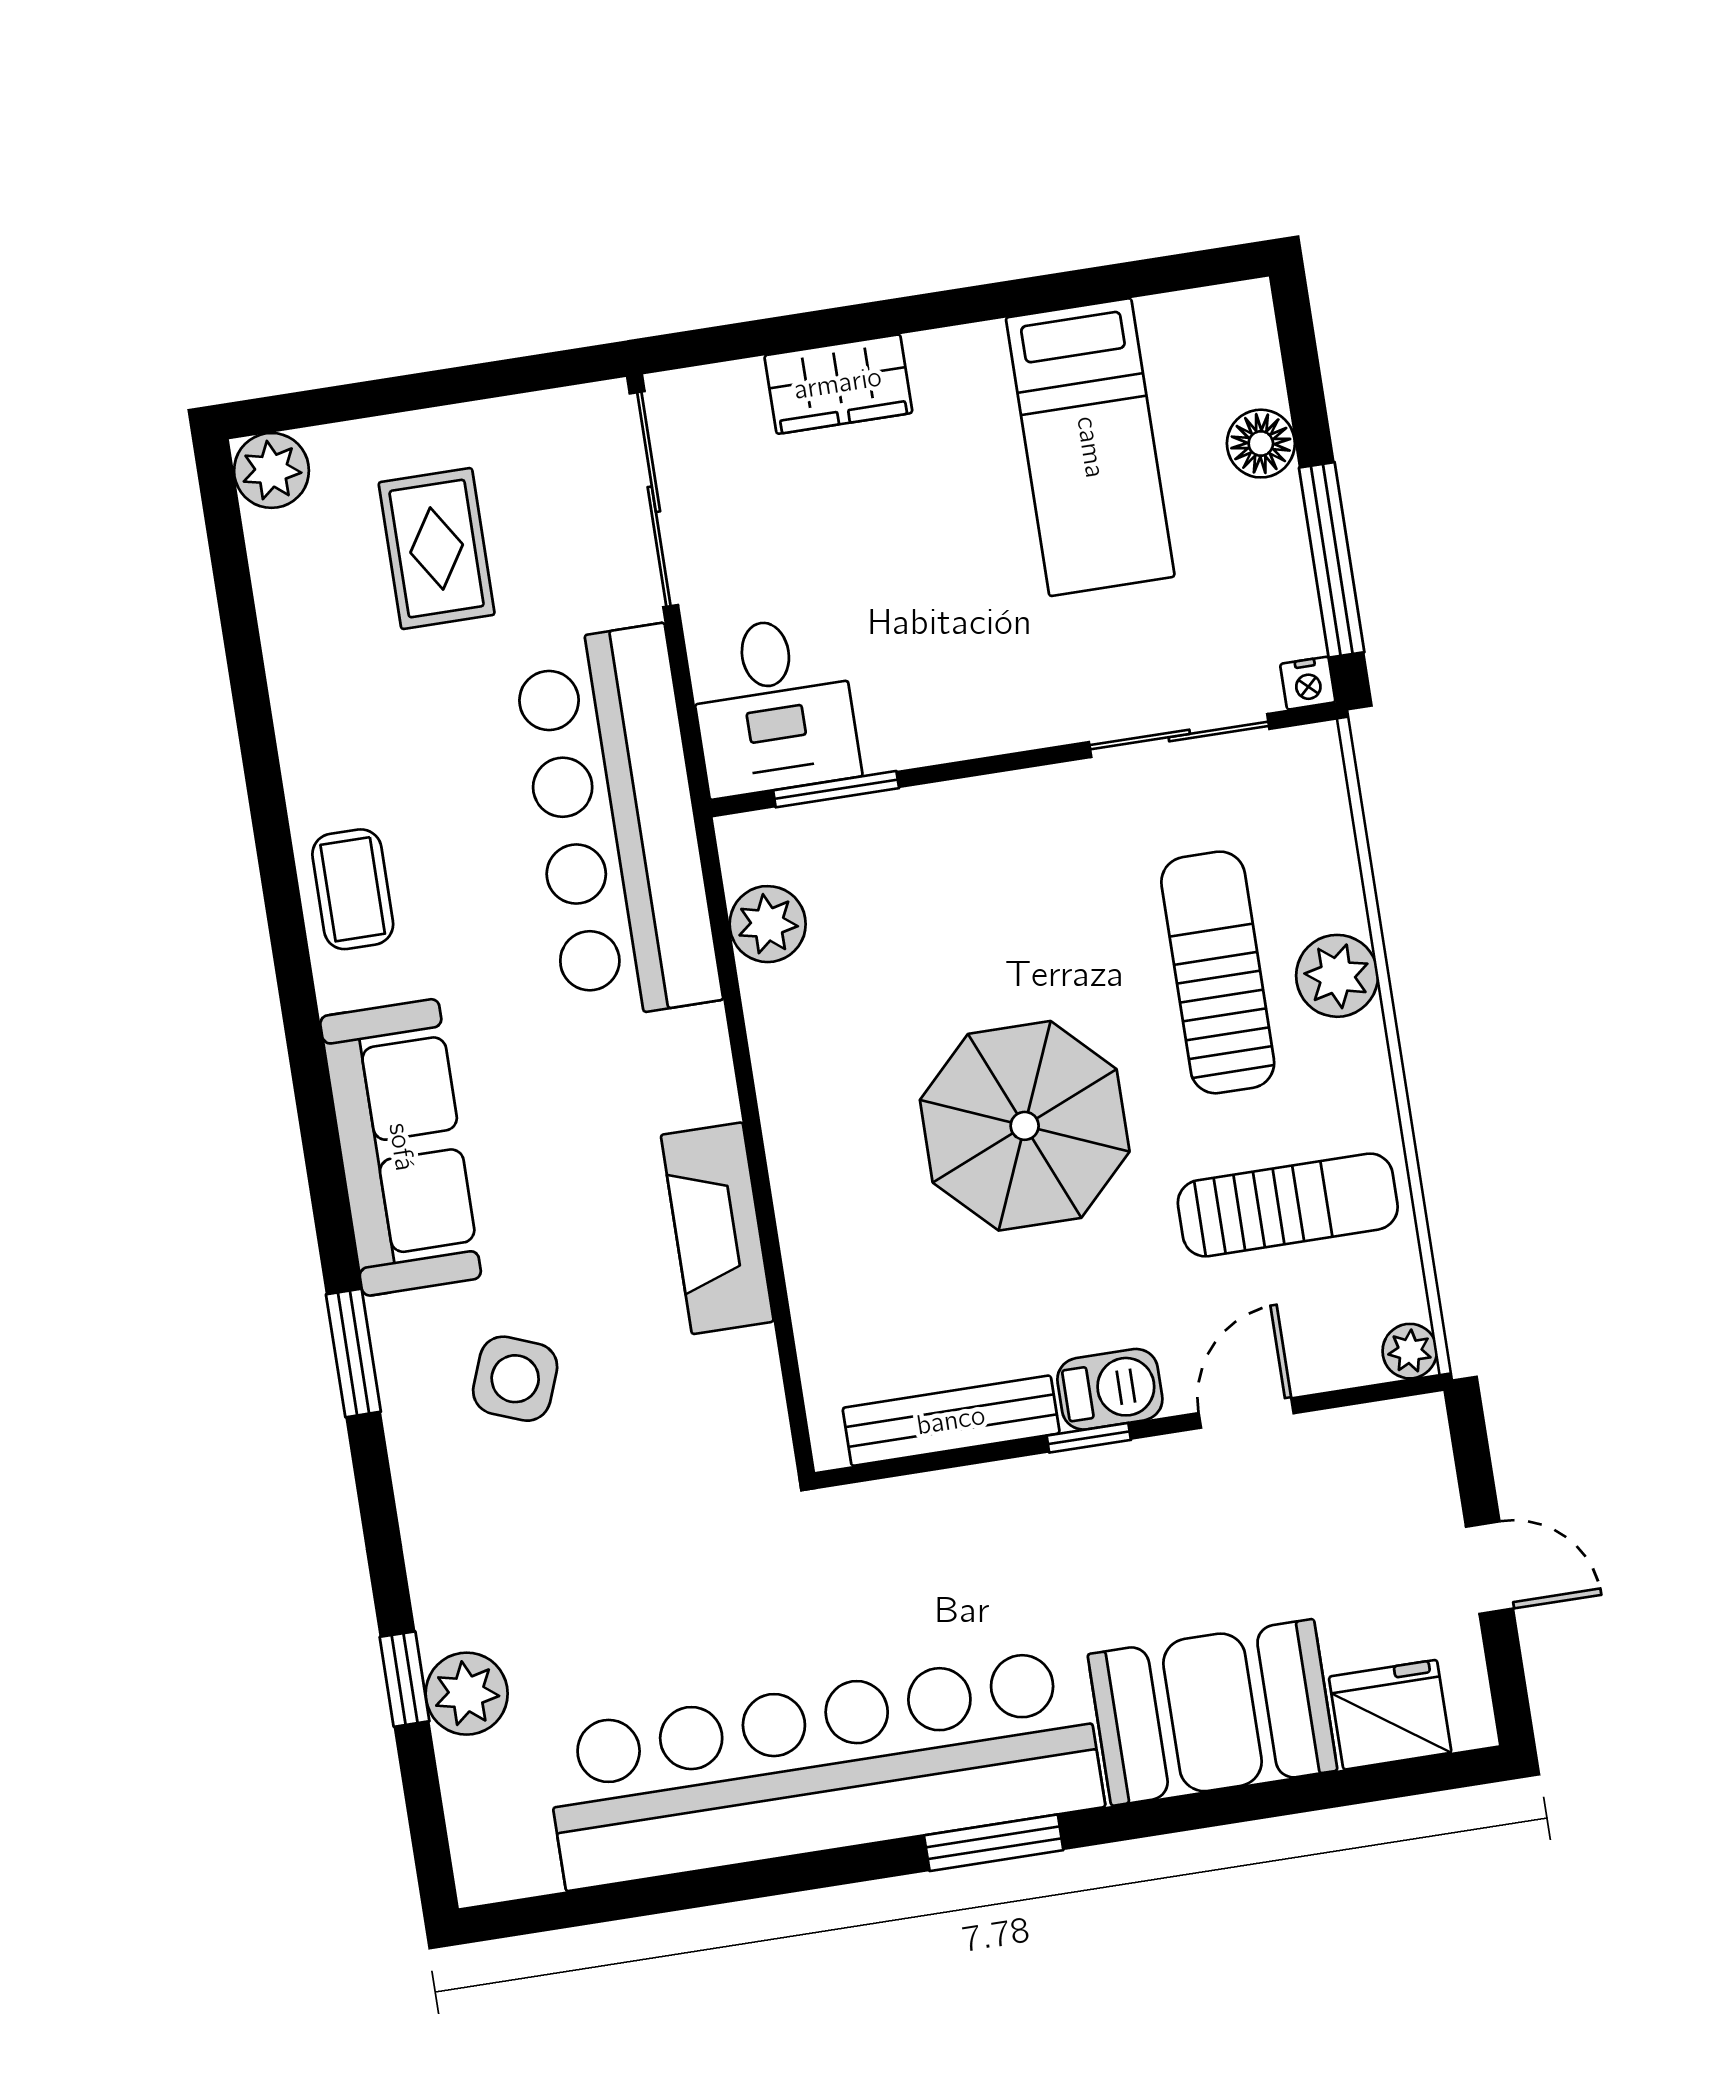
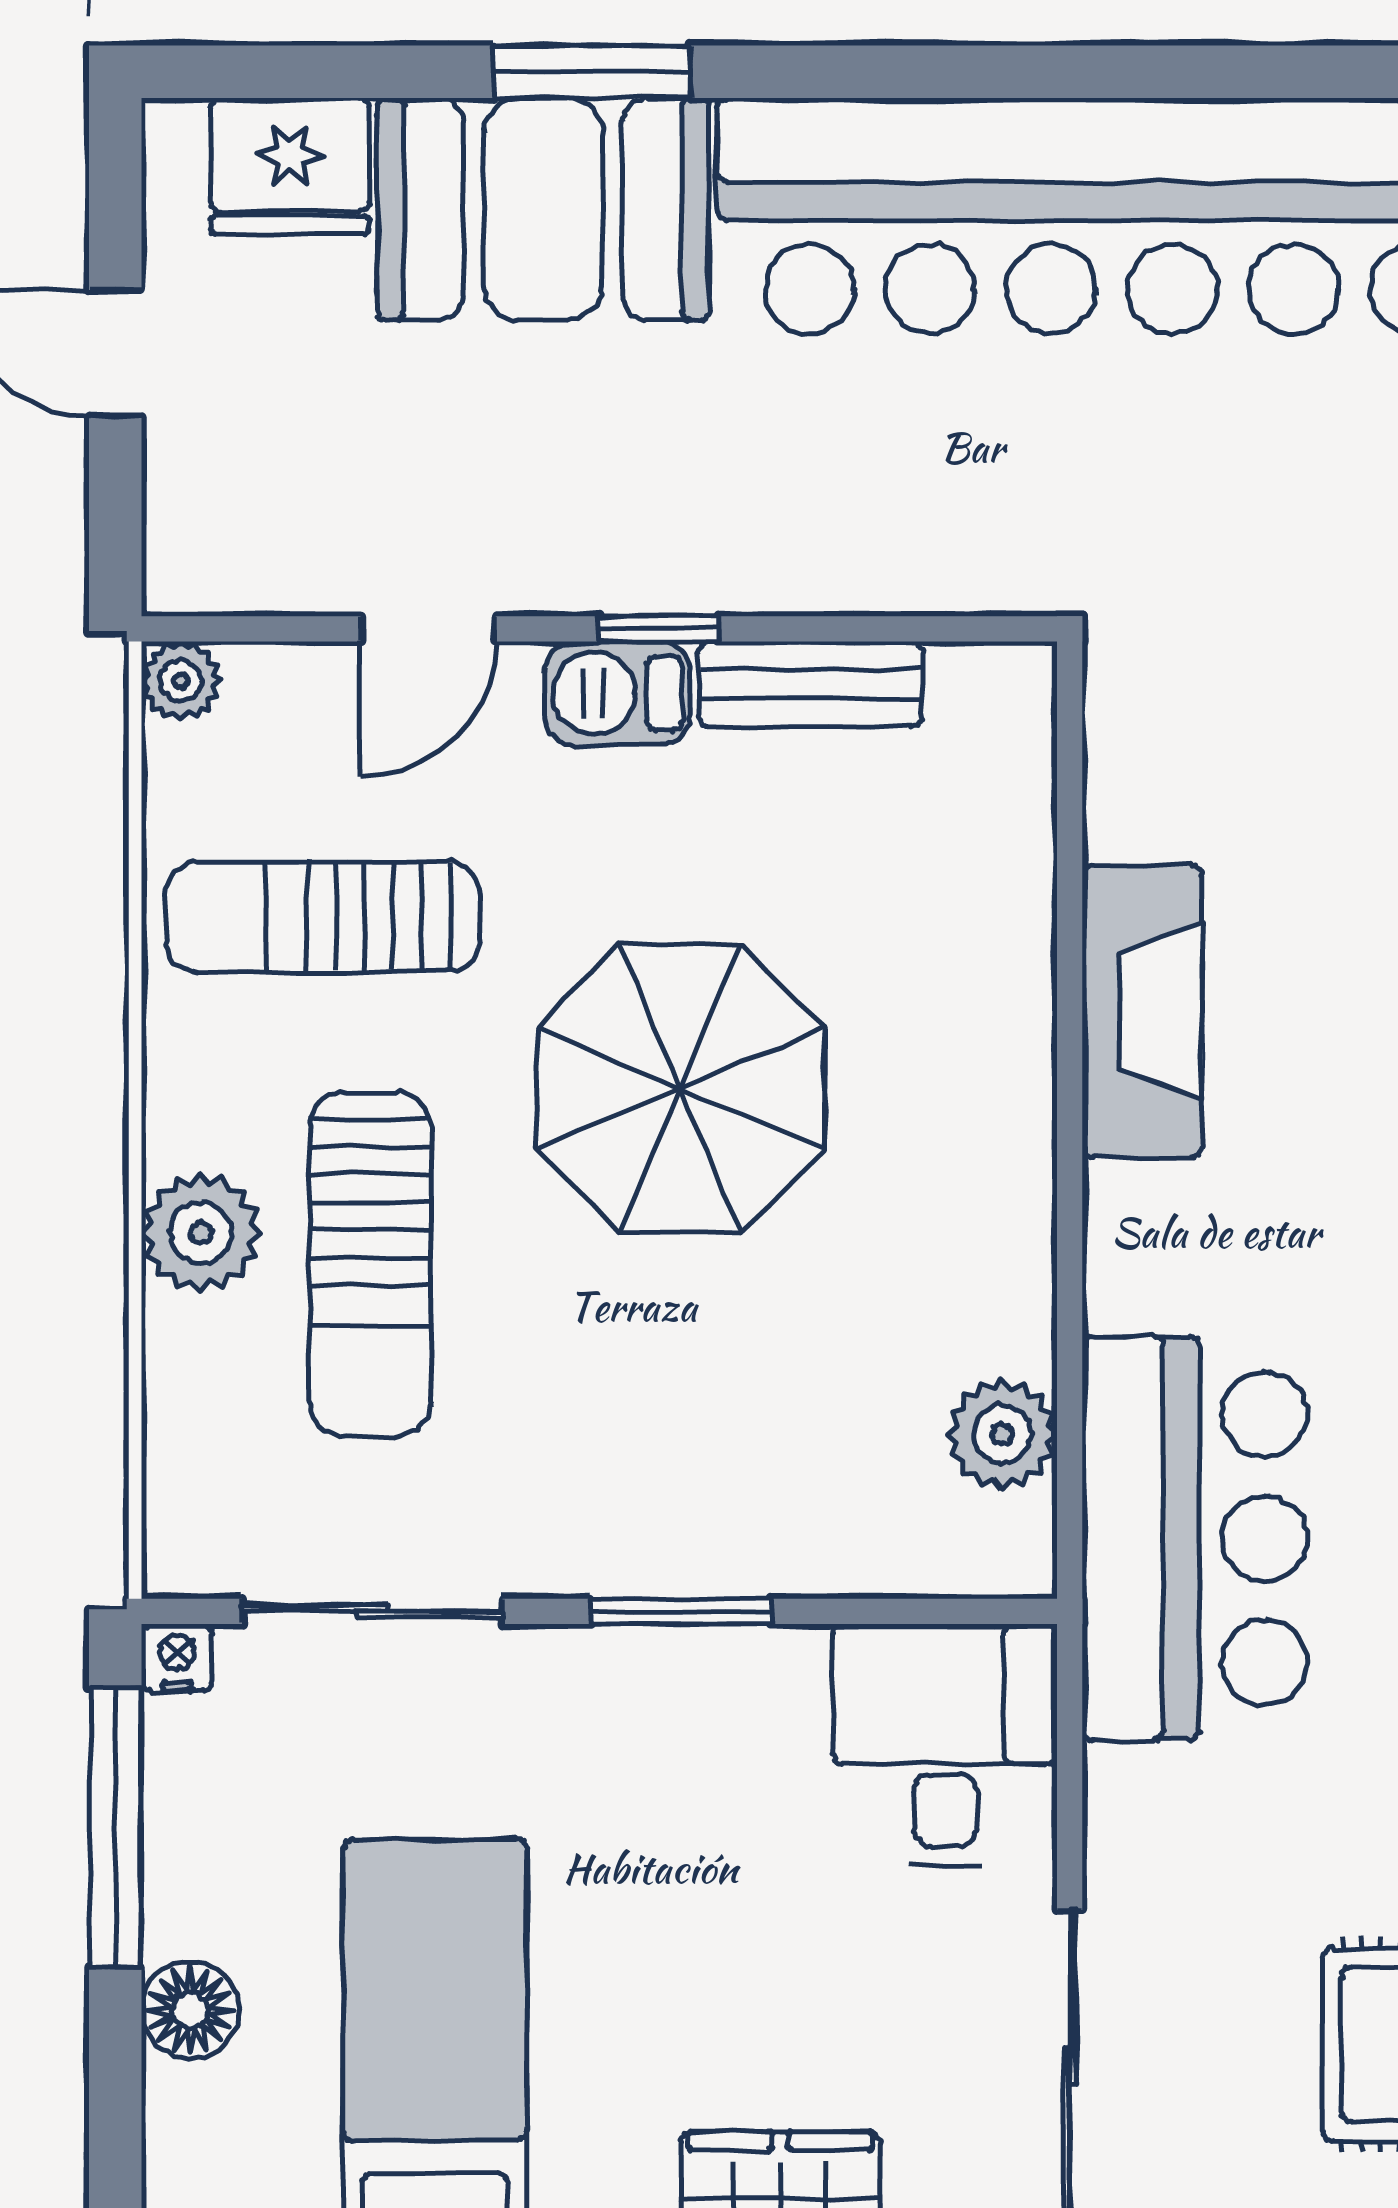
window: (836, 789) -> (681, 1611), moved
bar counter: (617, 823) -> (1195, 1538), width x0.73
bench: (951, 1421) -> (811, 684), width x0.73
window: (994, 1843) -> (592, 72), moved

